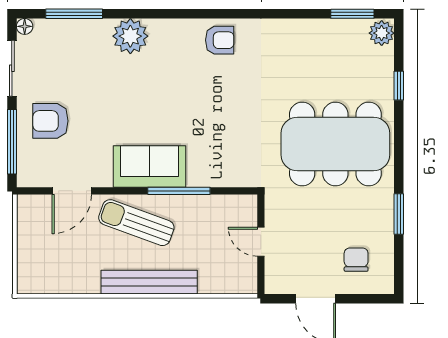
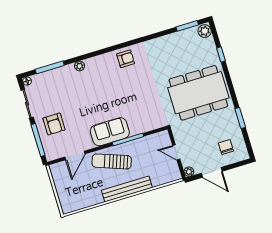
plant: (130, 36) -> (80, 66), width x0.53, depth x0.53
armchair: (50, 121) -> (54, 124), turned -90
plant: (274, 285) -> (189, 172), added

